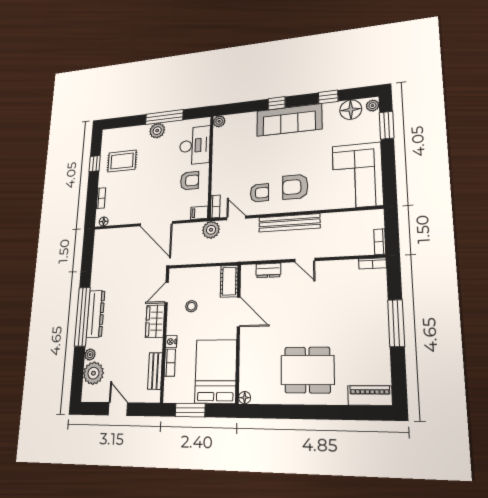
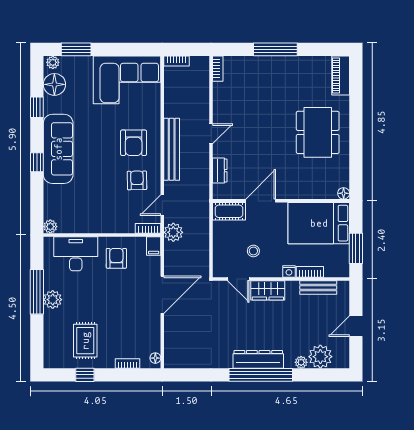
bookcase: (380, 242) -> (177, 61), moved

